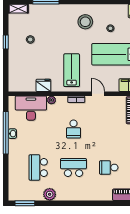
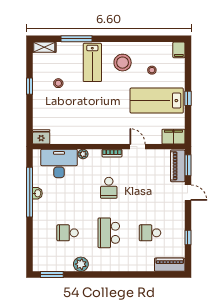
lab bench: (72, 70) -> (92, 62), moved, turned 180
fridge: (43, 85) -> (41, 137), moved
school desk: (38, 167) -> (68, 233), width x0.54
school desk: (73, 167) -> (109, 233), turned -90

